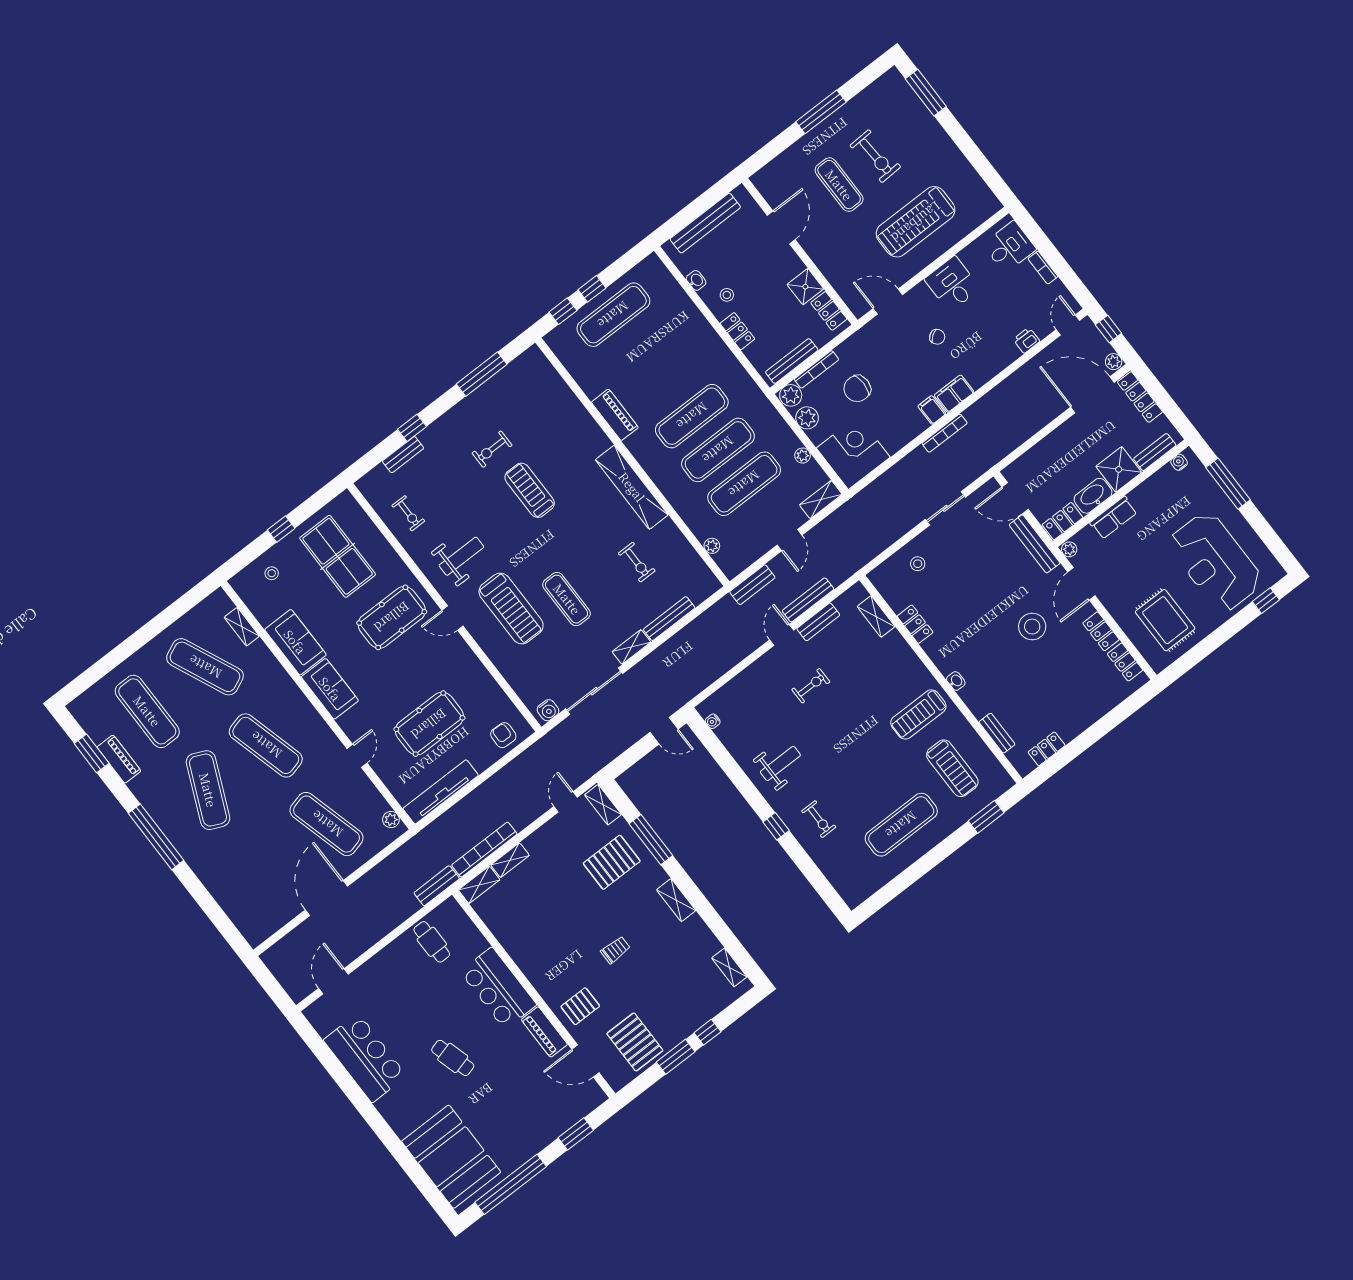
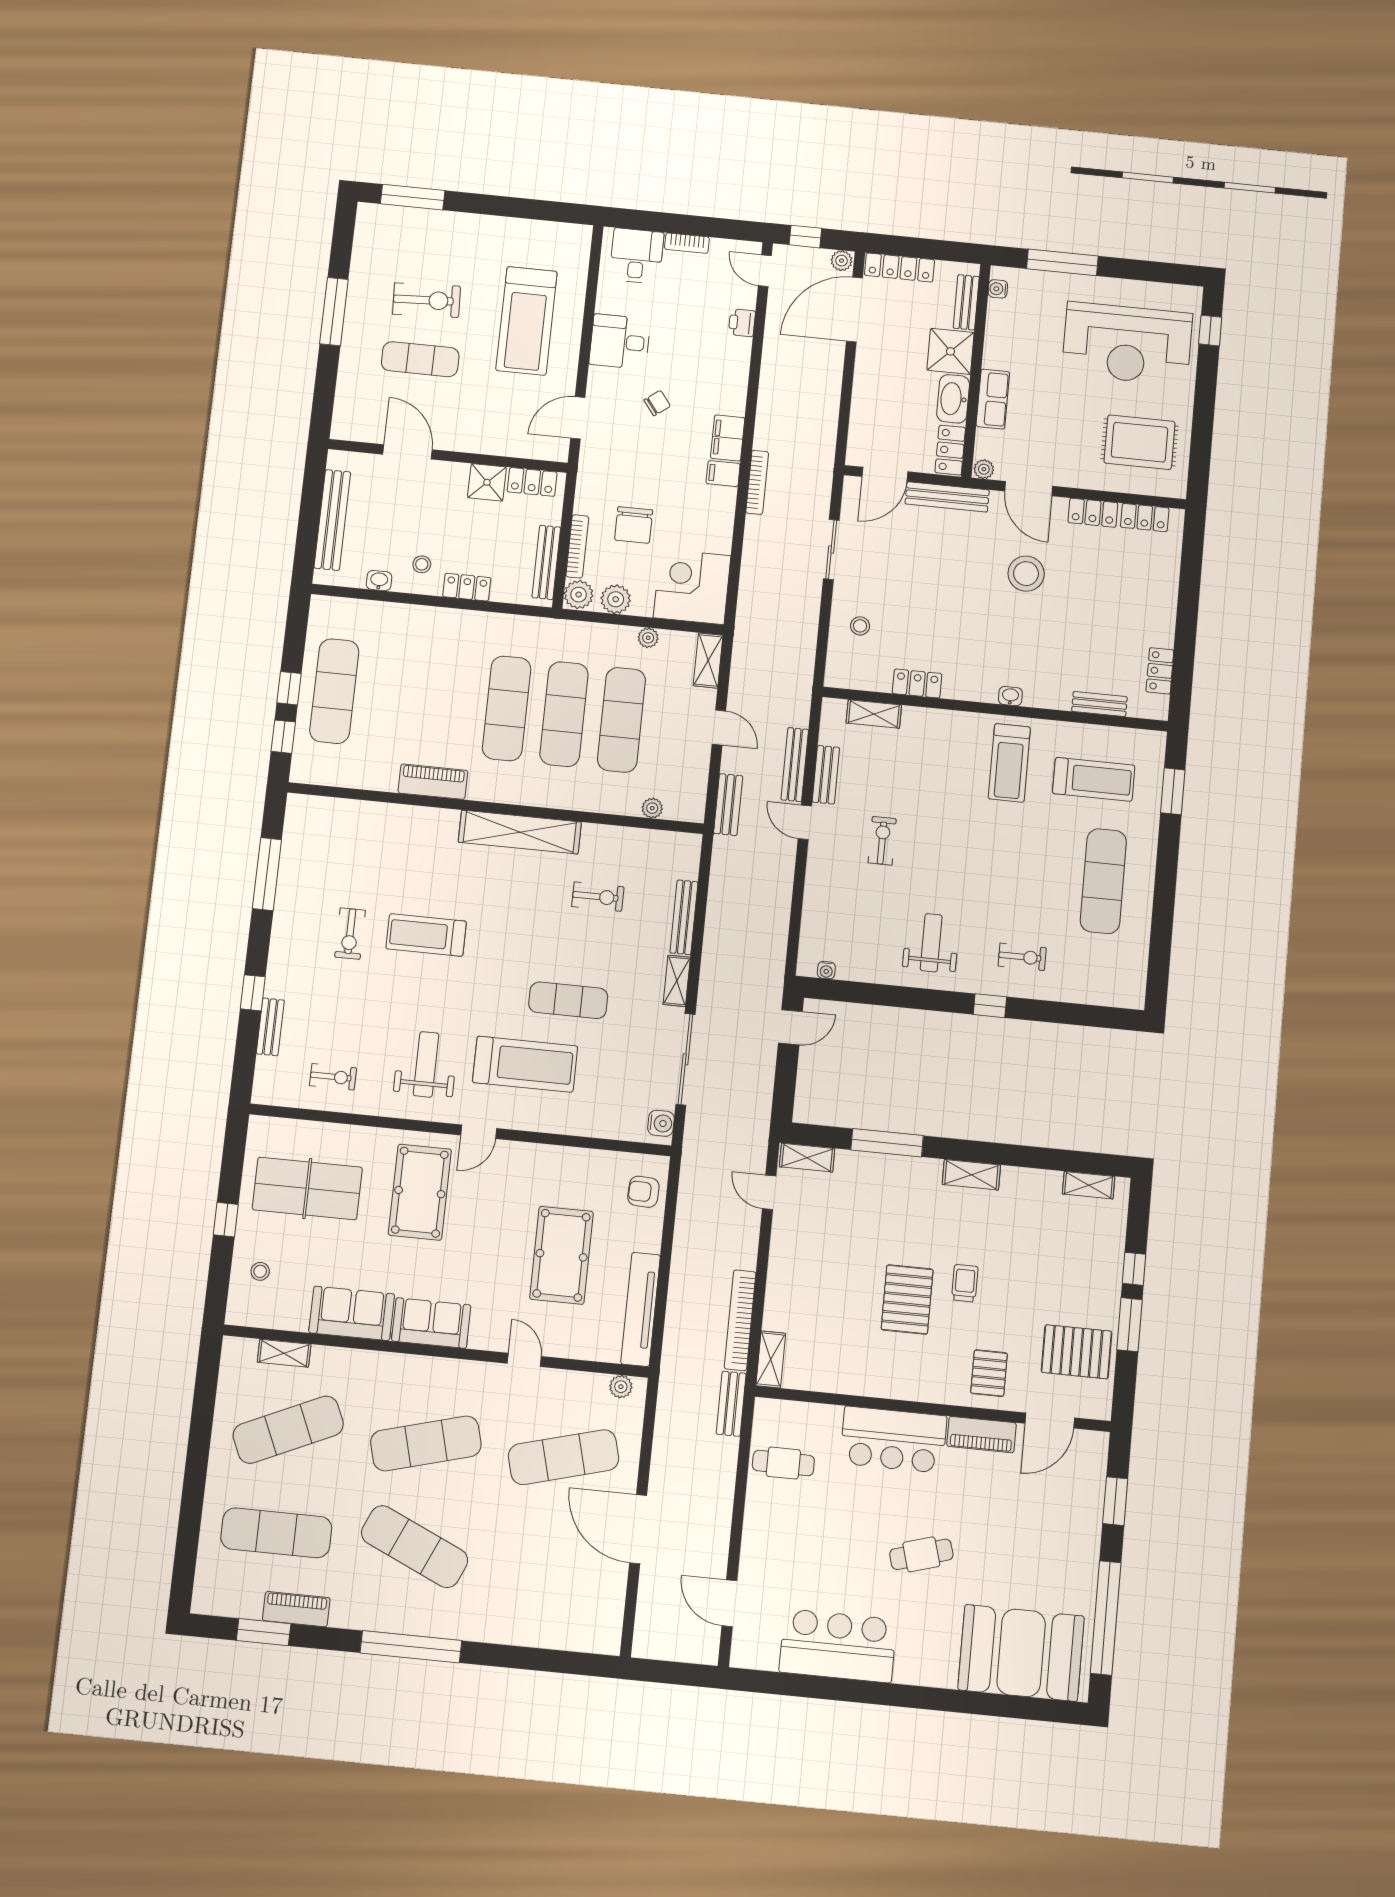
shelving: (510, 860) -> (775, 1304), removed
pallet: (612, 862) -> (907, 1299), moved

